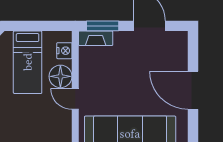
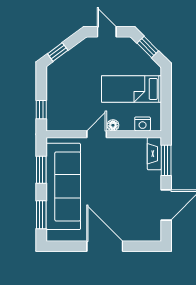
floor lamp: (60, 76) -> (113, 125), width x0.53, depth x0.53
door: (193, 90) -> (105, 246), hinge flipped

